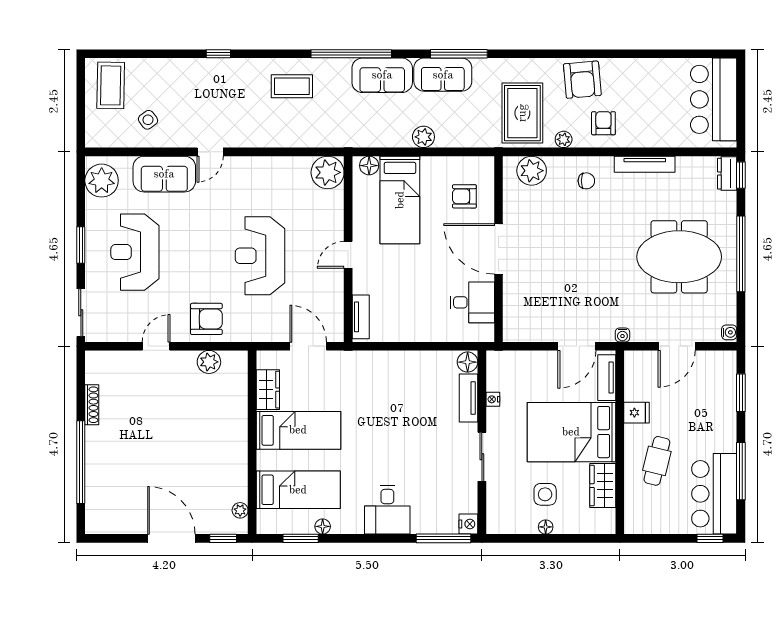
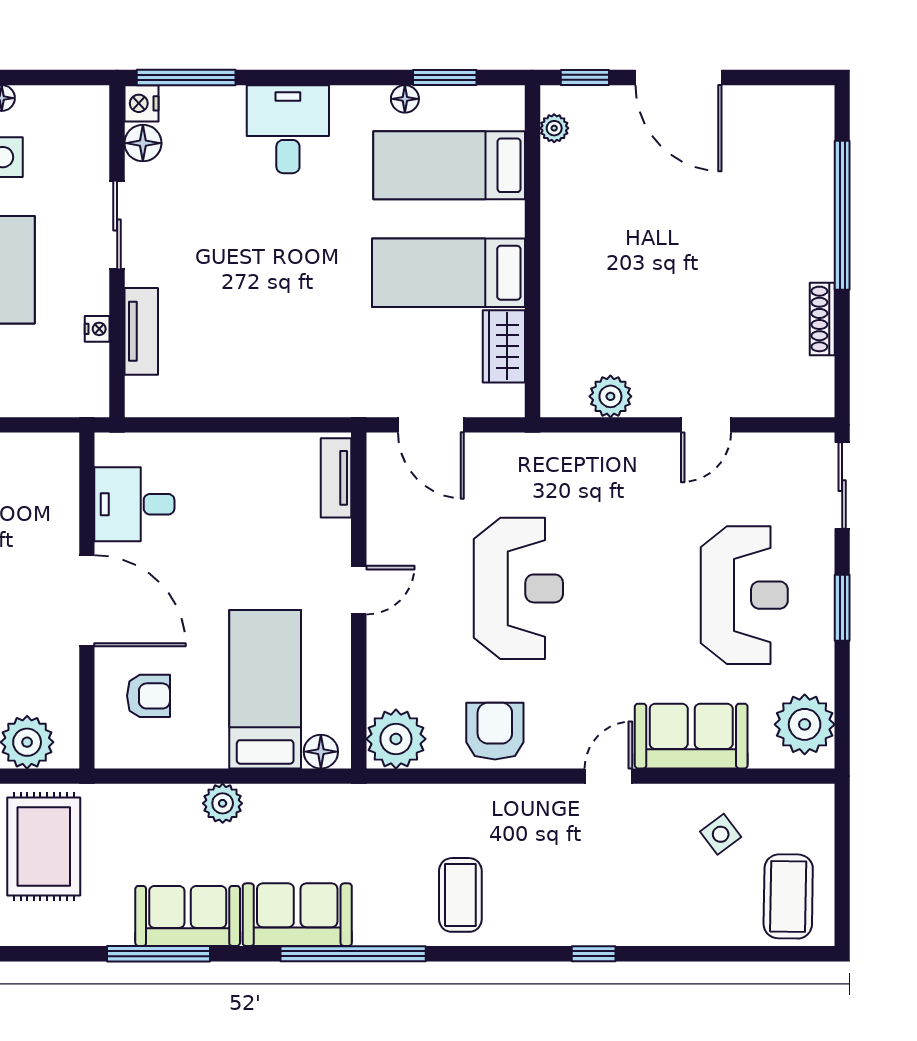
coffee table: (292, 86) -> (460, 895), turned 90
armchair: (206, 319) -> (495, 731), moved, turned 90
floor lamp: (468, 362) -> (143, 143), moved

